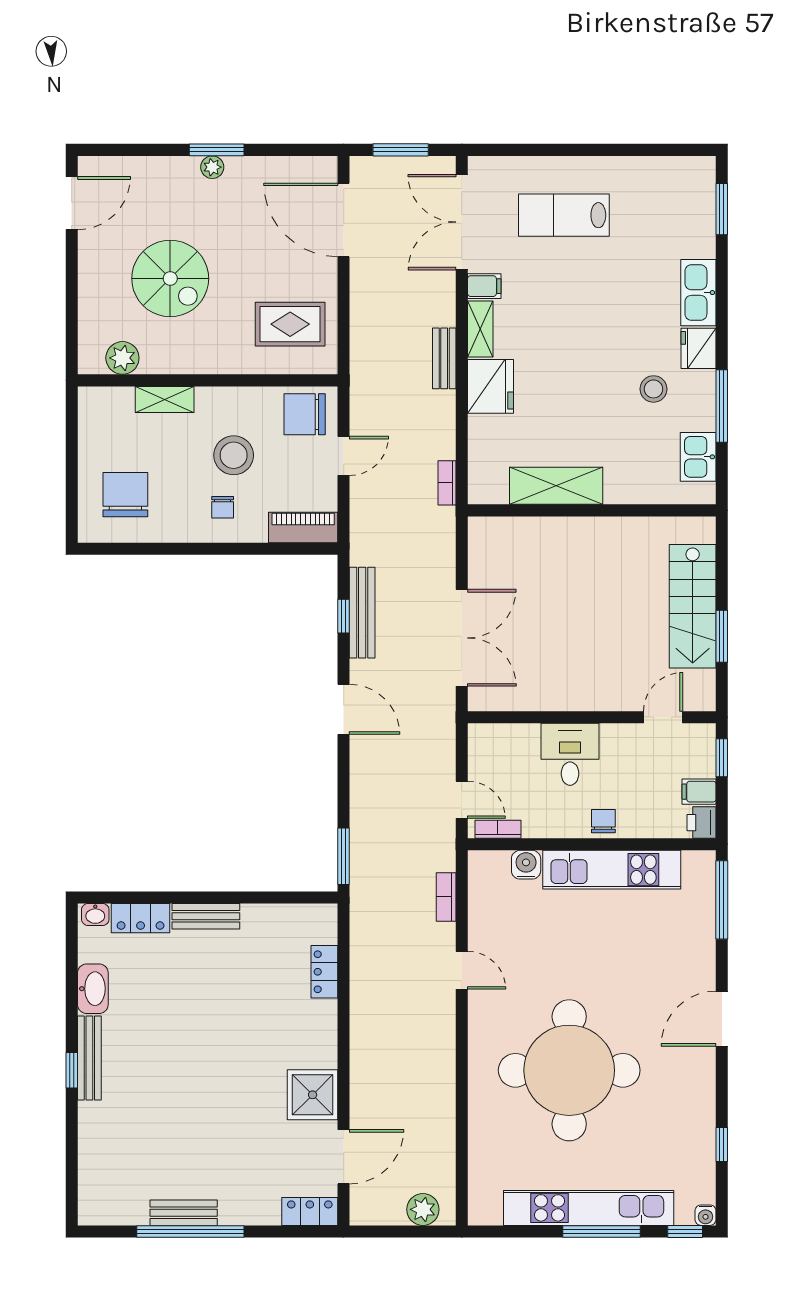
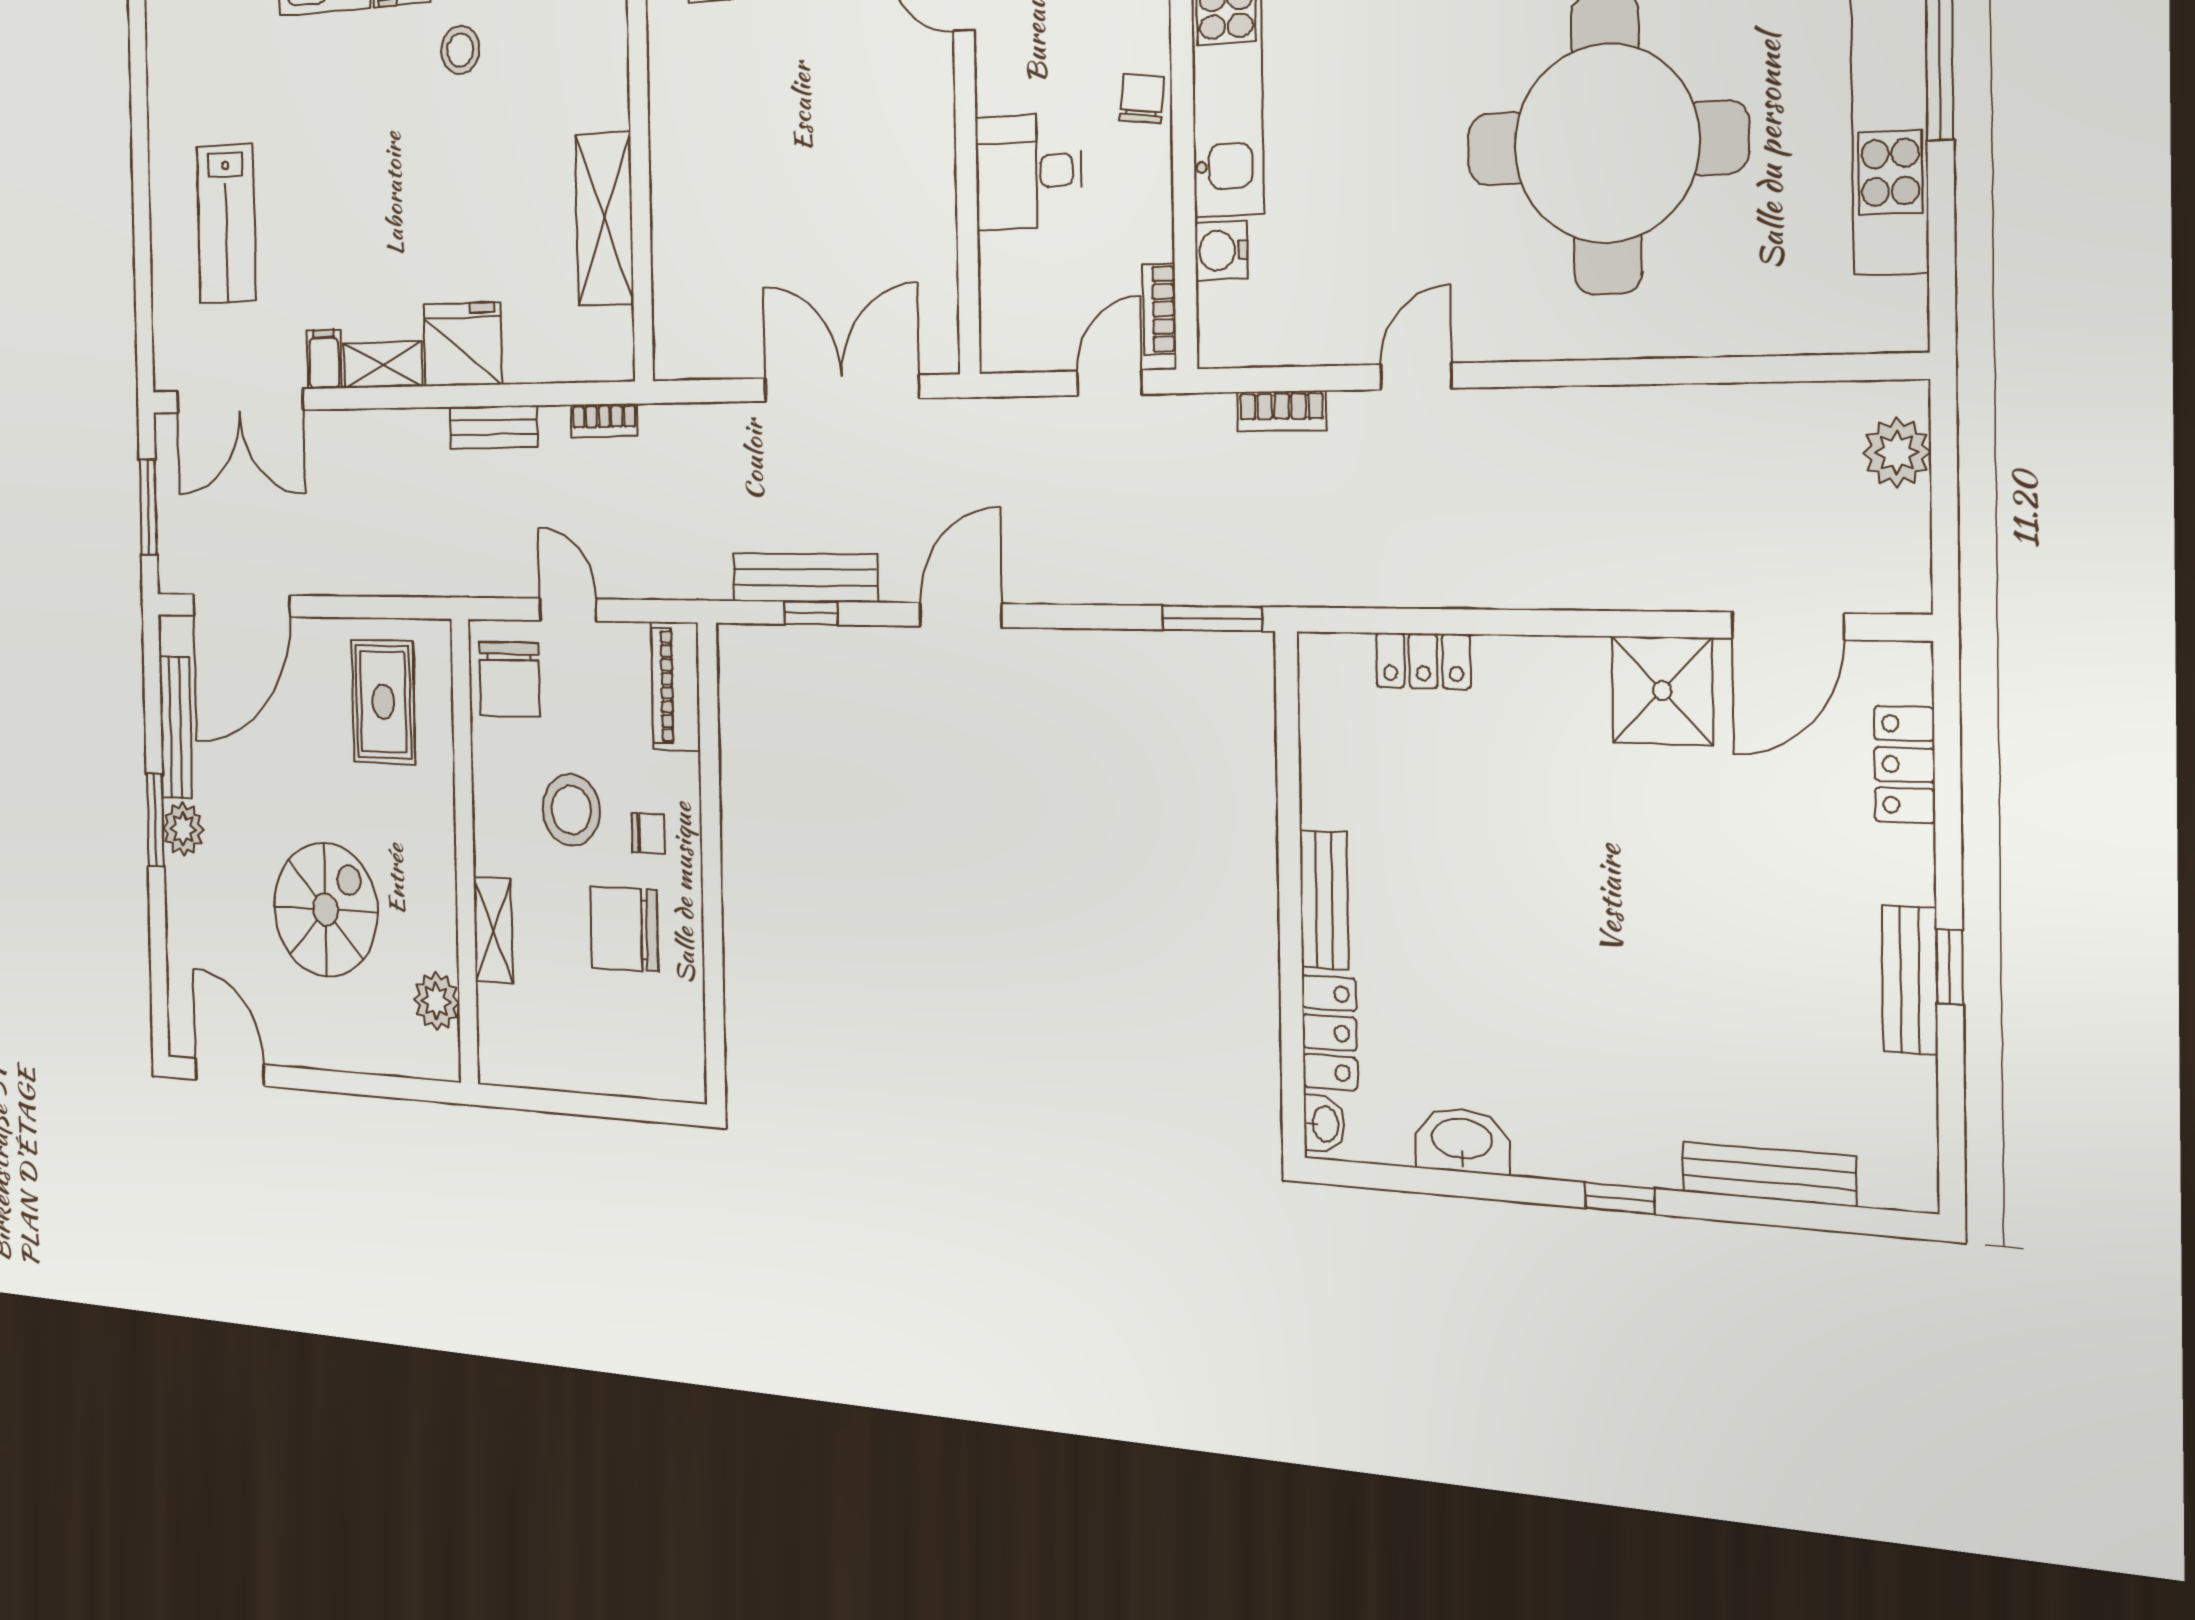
plant: (212, 167) -> (183, 829), width x1.38, depth x1.38
bench: (272, 167) -> (176, 727), added
bench: (444, 358) -> (494, 427), moved
chair: (125, 495) -> (624, 929), moved
chair: (603, 821) -> (1142, 99), turned 97
bench: (89, 1058) -> (1769, 1174), moved
door: (344, 1157) -> (1788, 626), swing flipped
locker: (310, 1211) -> (1905, 764), moved
window: (190, 1231) -> (1950, 967), width x0.32

